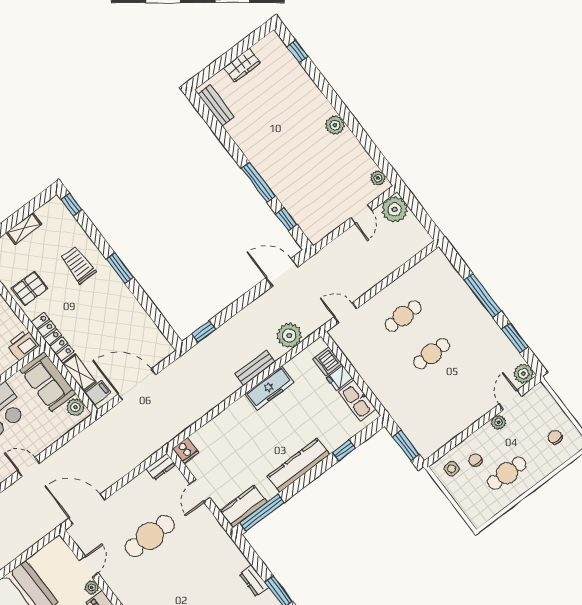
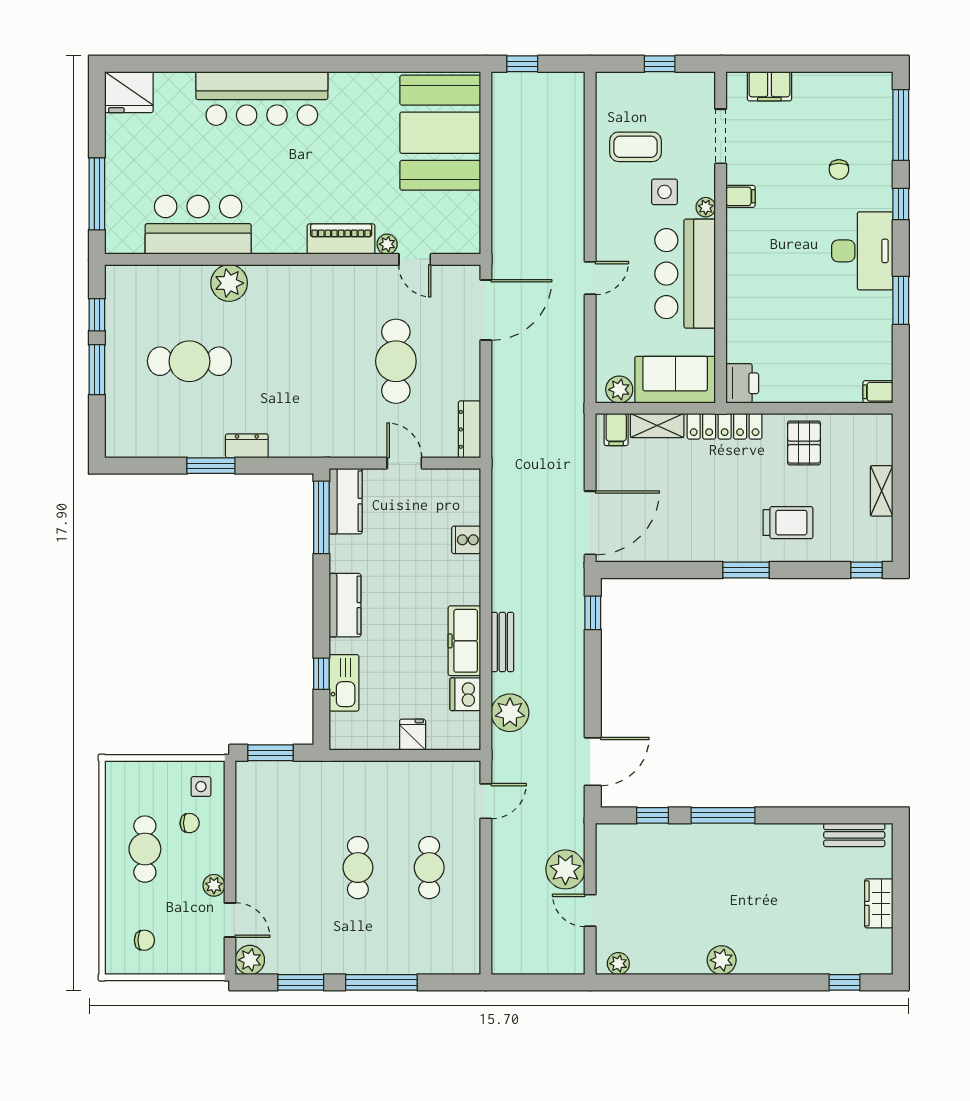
plant: (395, 209) -> (565, 869), moved
dishwasher: (327, 361) -> (465, 694), moved, turned -90
door: (137, 385) -> (590, 523), moved
kitchen sink: (357, 400) -> (344, 683), moved, turned 90
cooker: (186, 450) -> (466, 540), moved
kitchen counter: (299, 465) -> (345, 605), width x0.67
dresser: (161, 467) -> (469, 429), width x1.44

